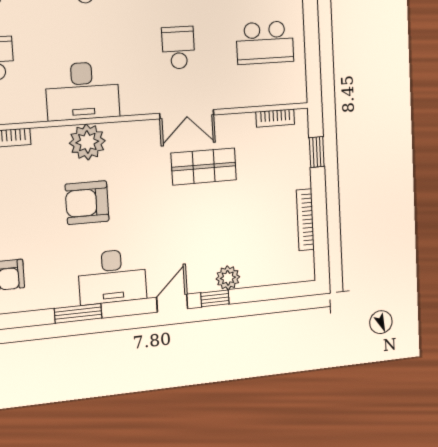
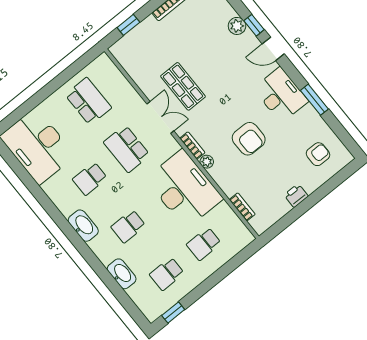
school desk: (178, 48) -> (127, 149), width x1.85
desk: (82, 91) -> (184, 189), width x1.36, depth x1.30
bookcase: (275, 118) -> (192, 146), moved
plant: (87, 142) -> (207, 162), width x0.53, depth x0.53

